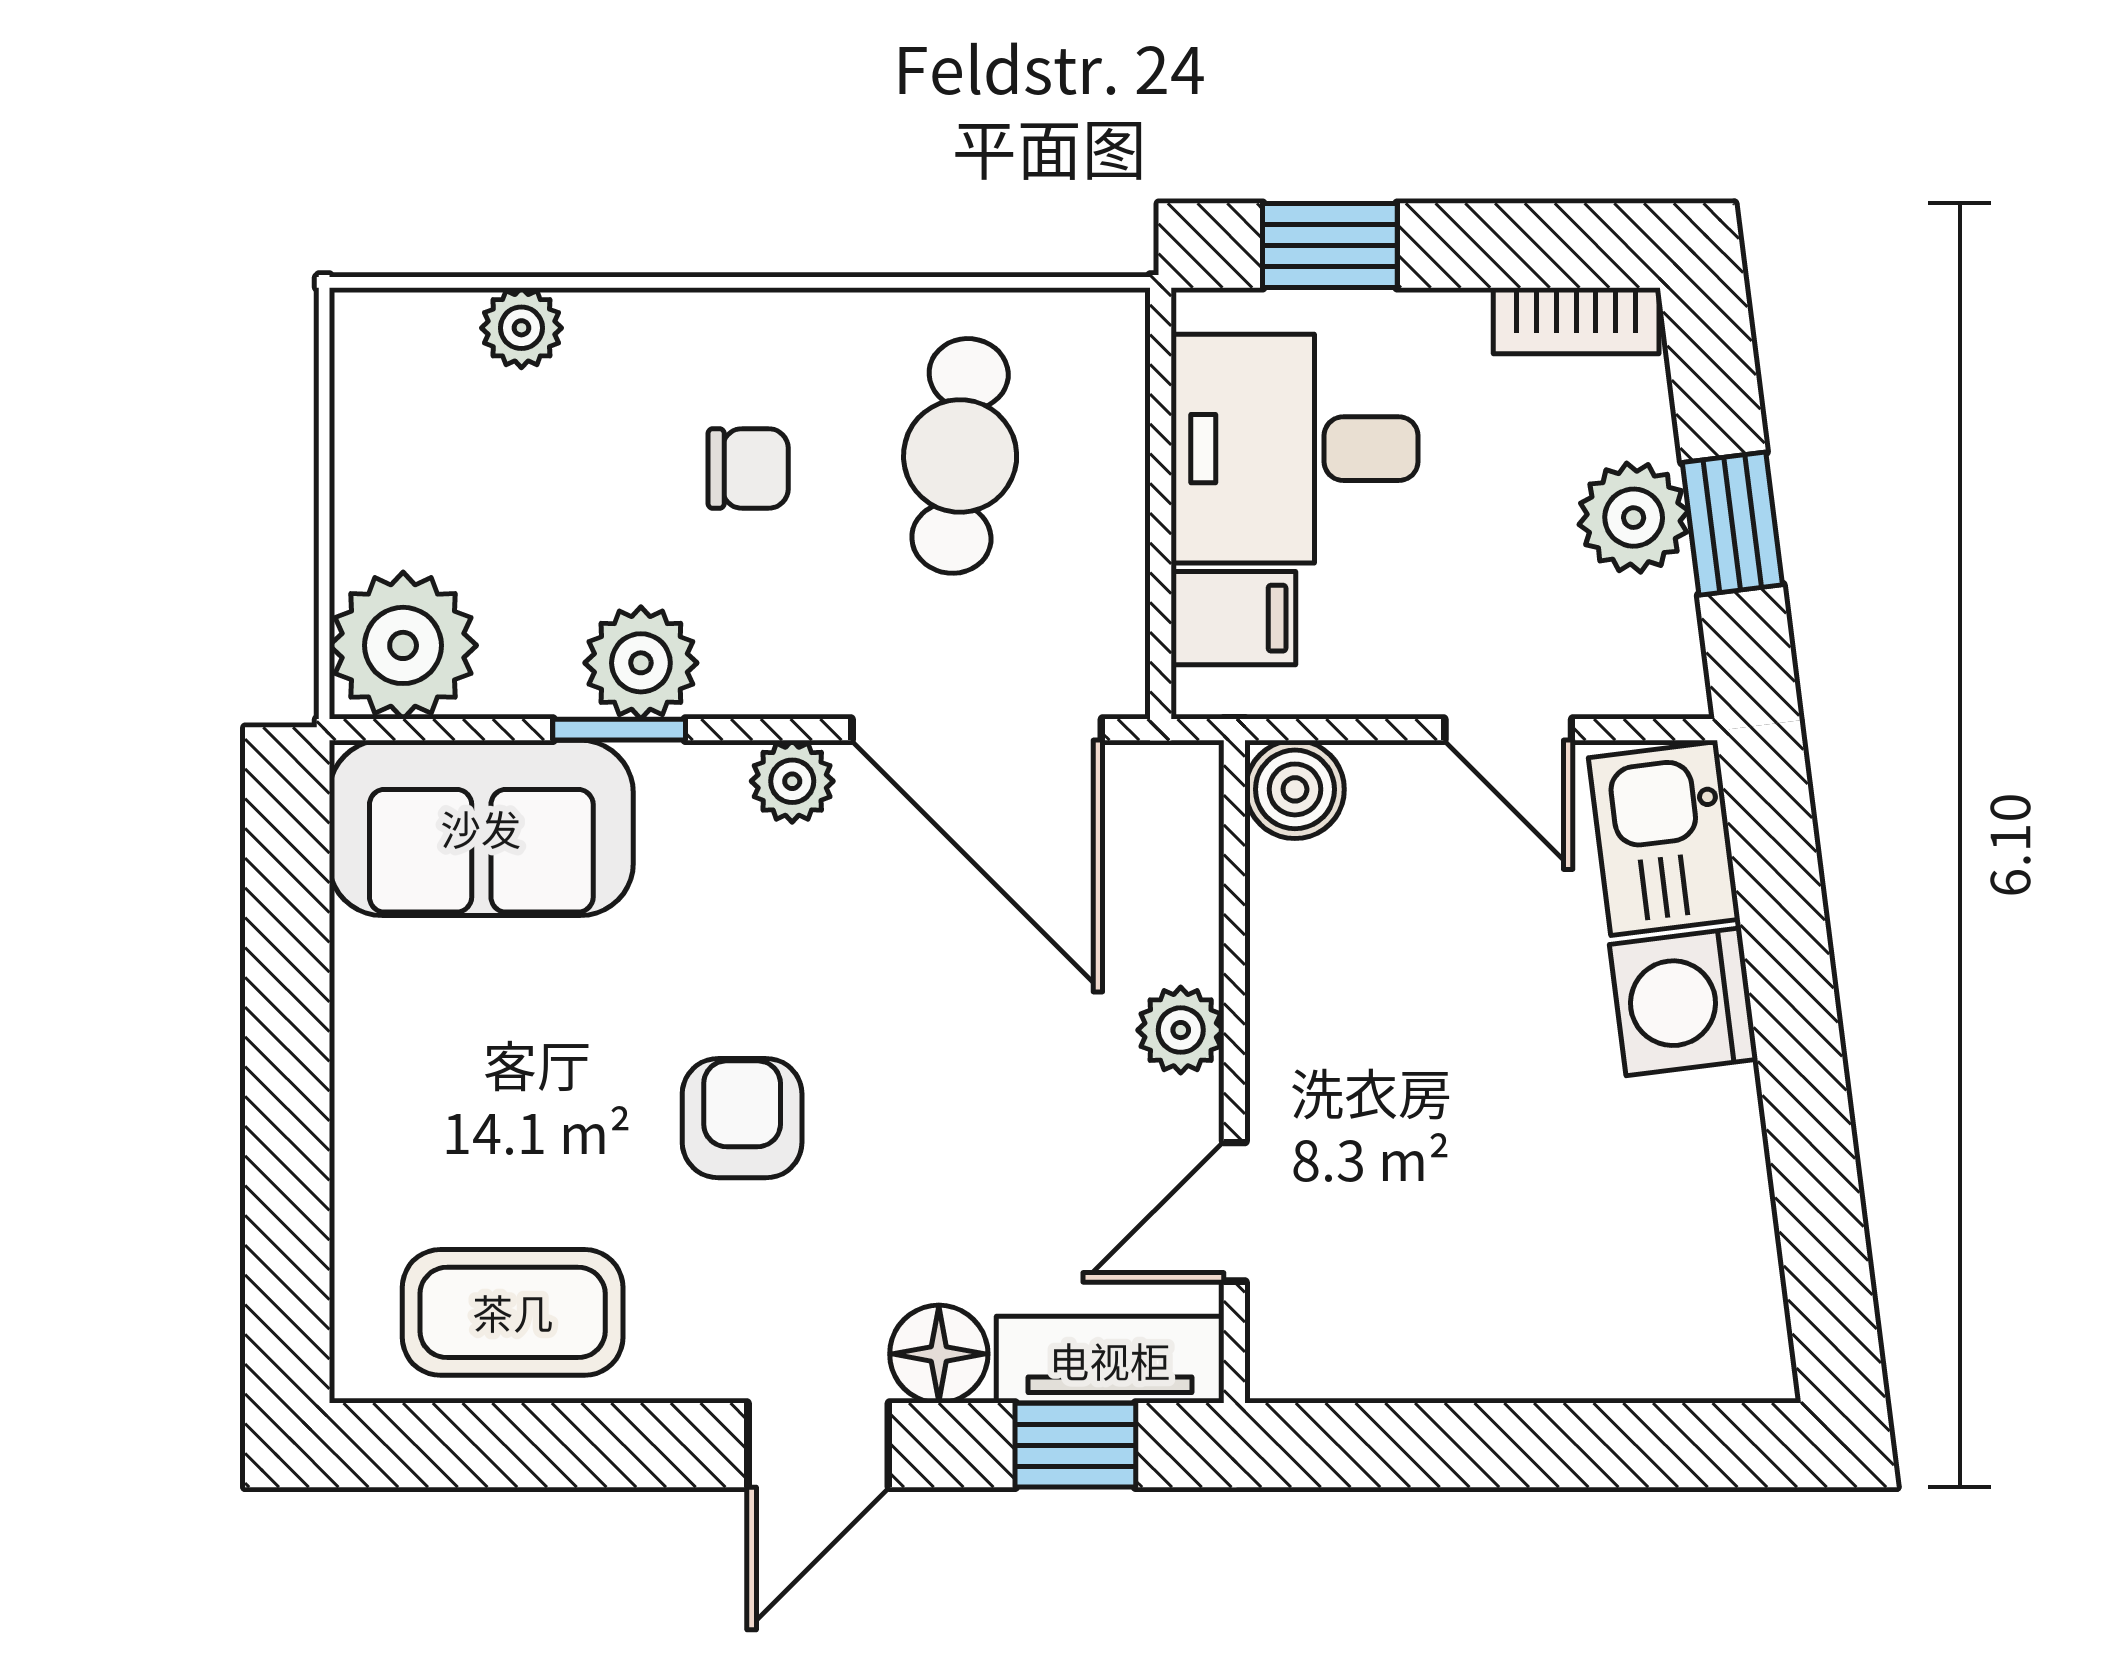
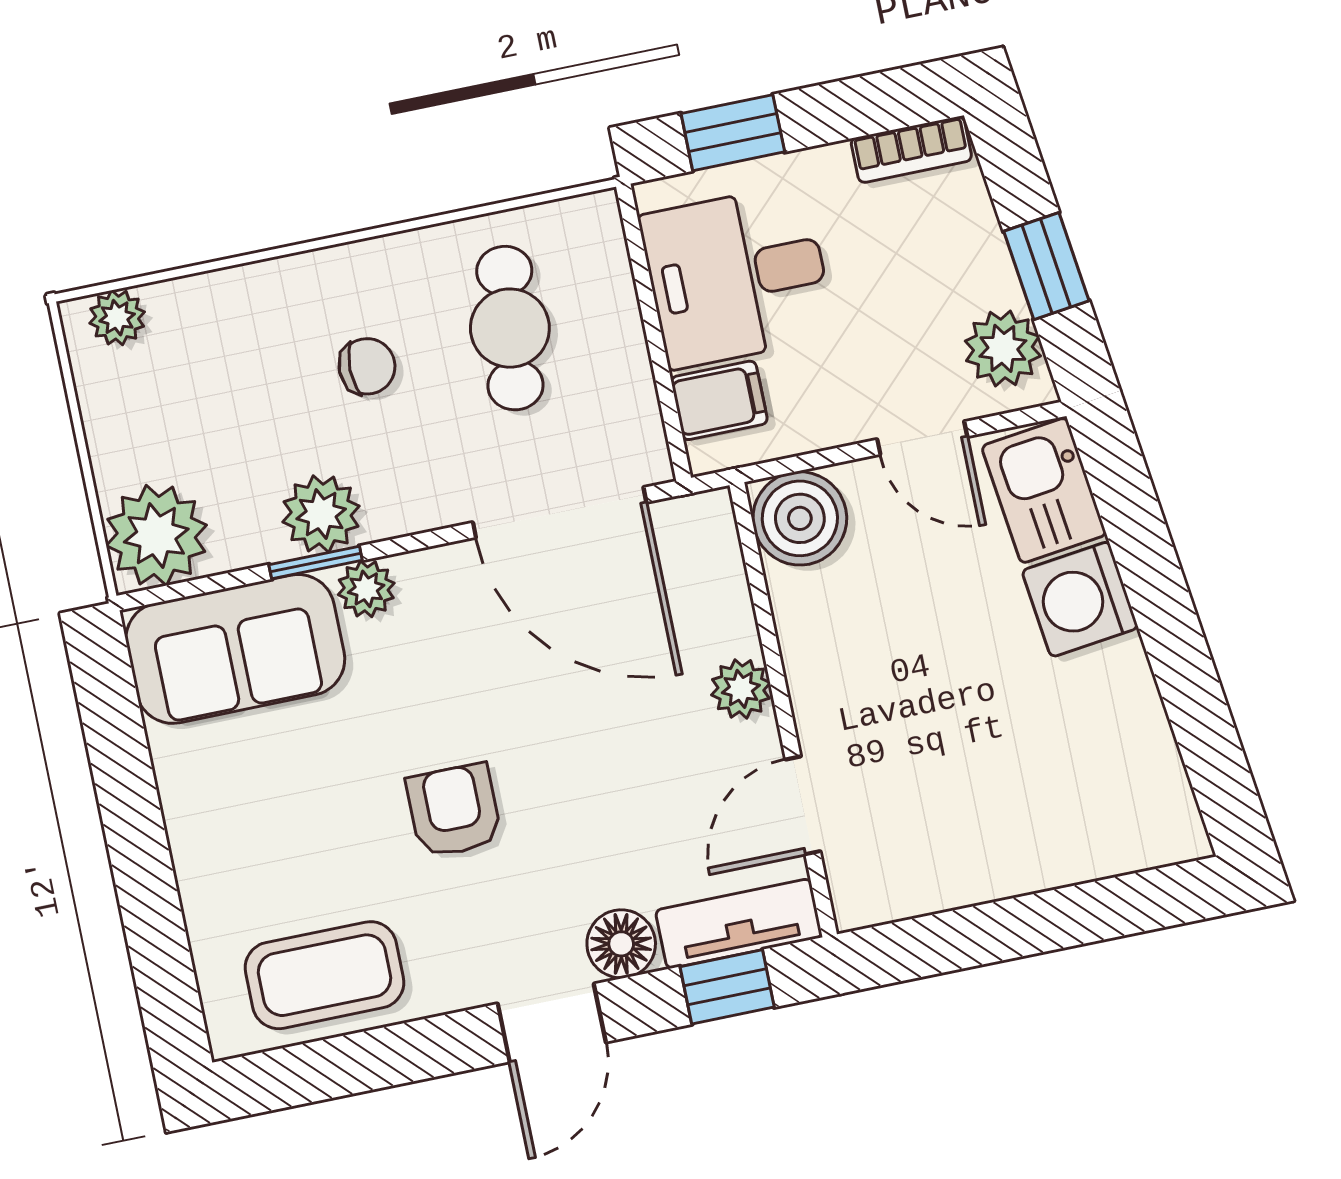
plant: (521, 328) -> (117, 318), moved
plant: (1634, 518) -> (1003, 348), moved
plant: (792, 781) -> (366, 589), moved
boiler: (1295, 789) -> (800, 518), width x1.36, depth x1.36

